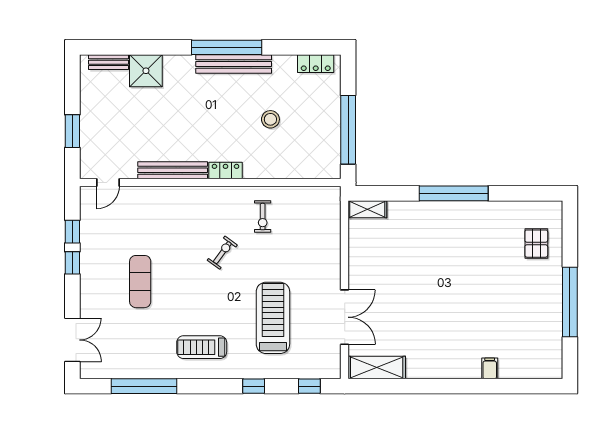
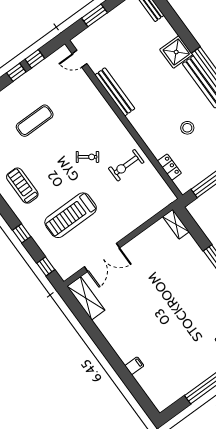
shower: (146, 71) -> (176, 52), moved
locker: (225, 171) -> (169, 167), moved
exercise bike: (263, 217) -> (126, 165), width x1.38, depth x1.39
treadmill: (273, 318) -> (71, 215), turned 180

